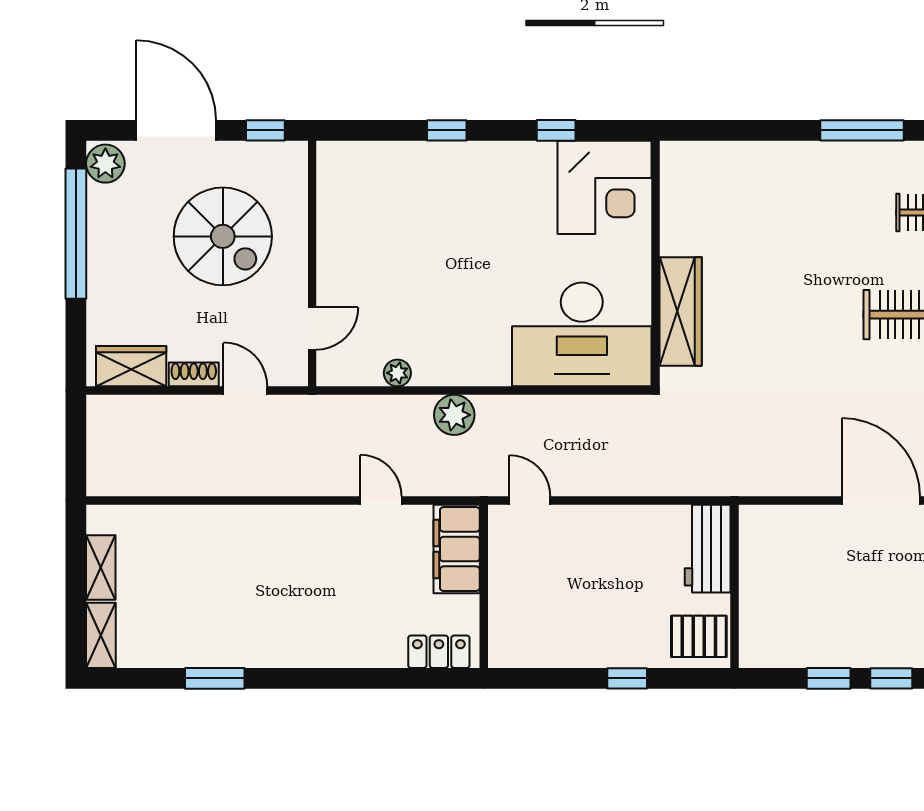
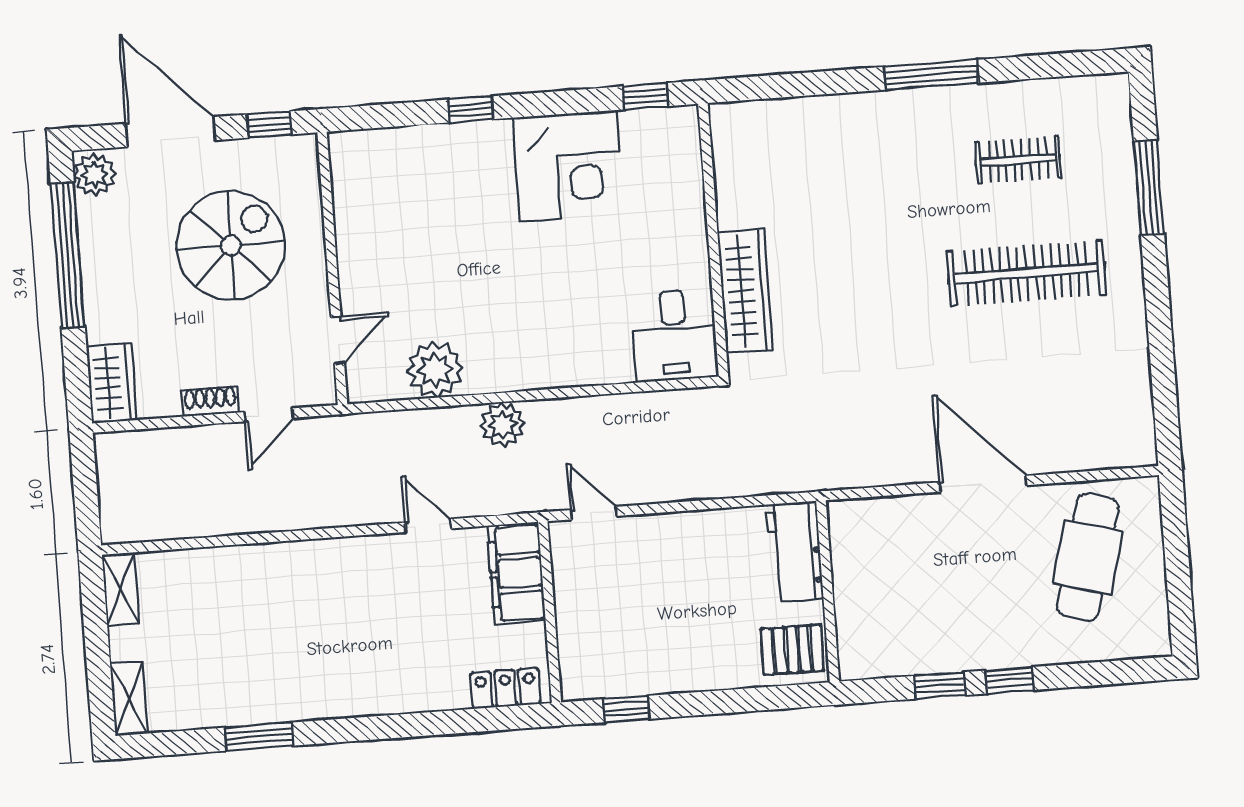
window: (556, 130) -> (645, 96), moved
corner desk: (605, 187) -> (568, 166), moved
spiral stairs: (223, 236) -> (231, 246), turned -90
desk: (582, 334) -> (674, 335), width x0.53, depth x0.77
wardrobe: (131, 366) -> (111, 383), moved, turned 90
plant: (397, 373) -> (435, 370), width x1.88, depth x1.88
door: (245, 391) -> (269, 415), swing flipped
shelving: (101, 568) -> (121, 589), moved
window: (627, 678) -> (626, 709), moved

